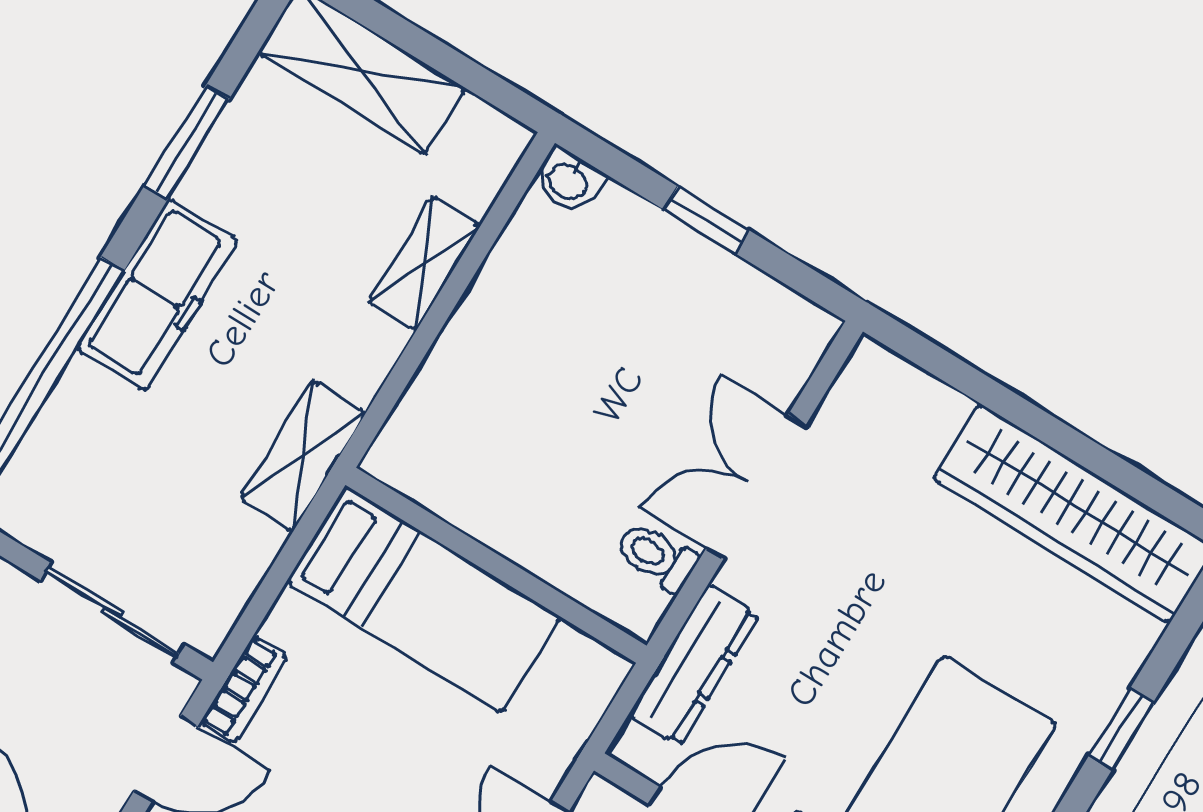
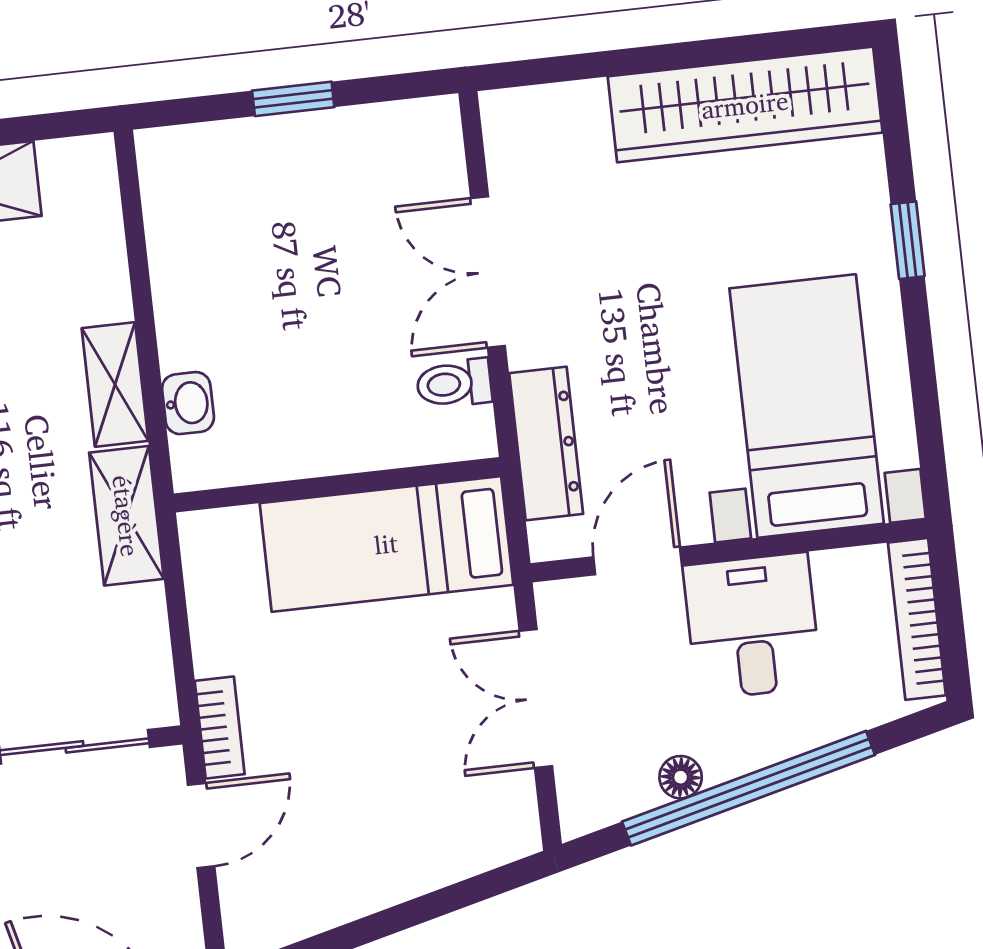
washbasin: (569, 181) -> (188, 403), moved, turned -90
shelving: (425, 263) -> (115, 384), moved
bed: (424, 600) -> (386, 544), moved, turned 180

